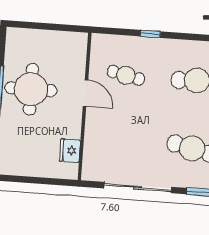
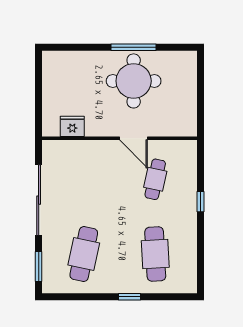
door: (85, 93) -> (134, 138), hinge flipped

